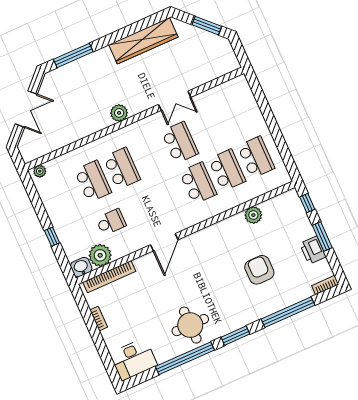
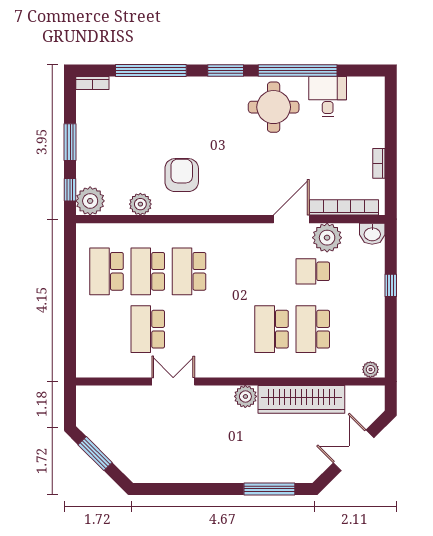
wardrobe: (143, 41) -> (301, 399), moved, turned 180
school desk: (180, 142) -> (148, 329), moved
plant: (290, 201) -> (90, 201), added
door: (164, 242) -> (291, 219), moved
printer: (313, 250) -> (88, 131), removed
plant: (100, 255) -> (327, 238), moved
armchair: (259, 270) -> (182, 175), moved, turned 180
desk: (133, 359) -> (328, 97), moved, width x0.73

